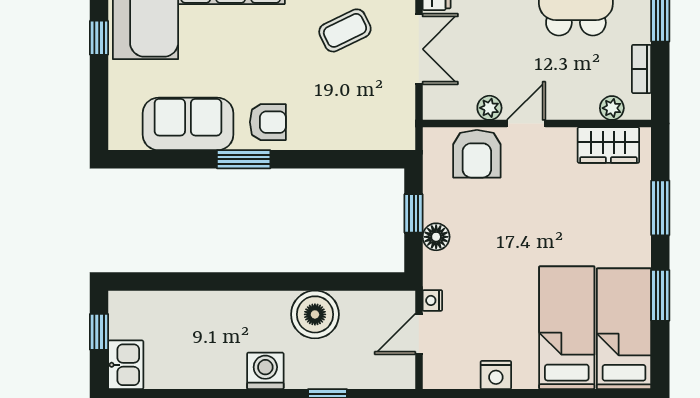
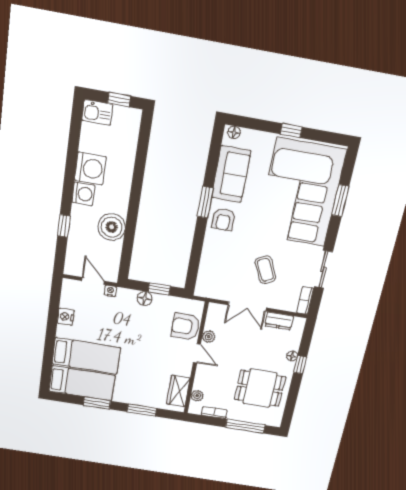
floor lamp: (119, 133) -> (234, 132), added
washing machine: (220, 364) -> (90, 169), added

